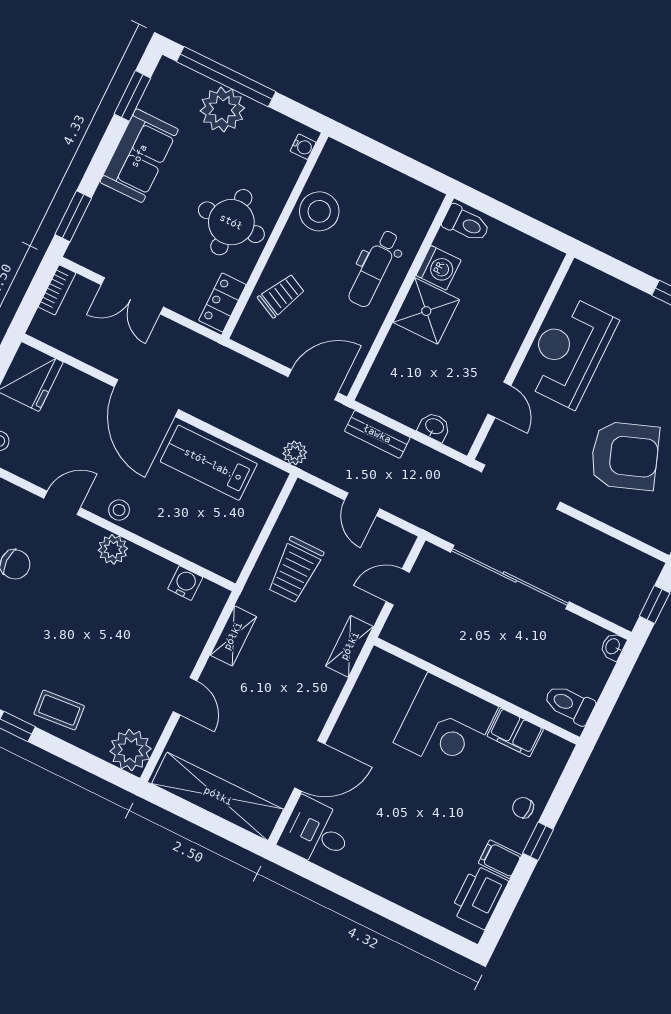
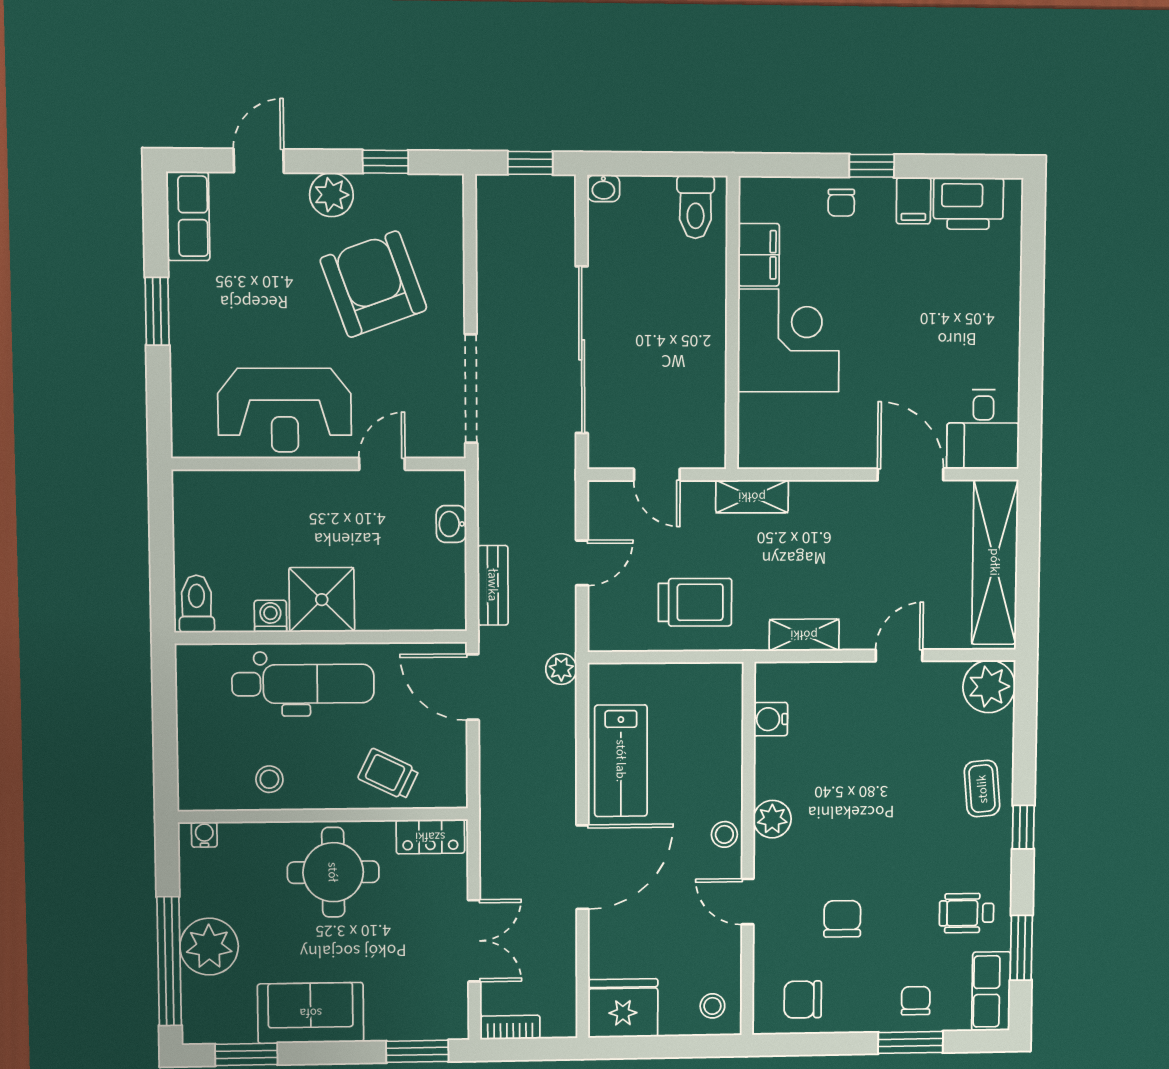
stool: (319, 211) -> (269, 779), width x0.53, depth x0.53
dental chair: (374, 268) -> (303, 684), width x1.36, depth x1.38
washing machine: (439, 268) -> (270, 616), width x0.73, depth x0.73

